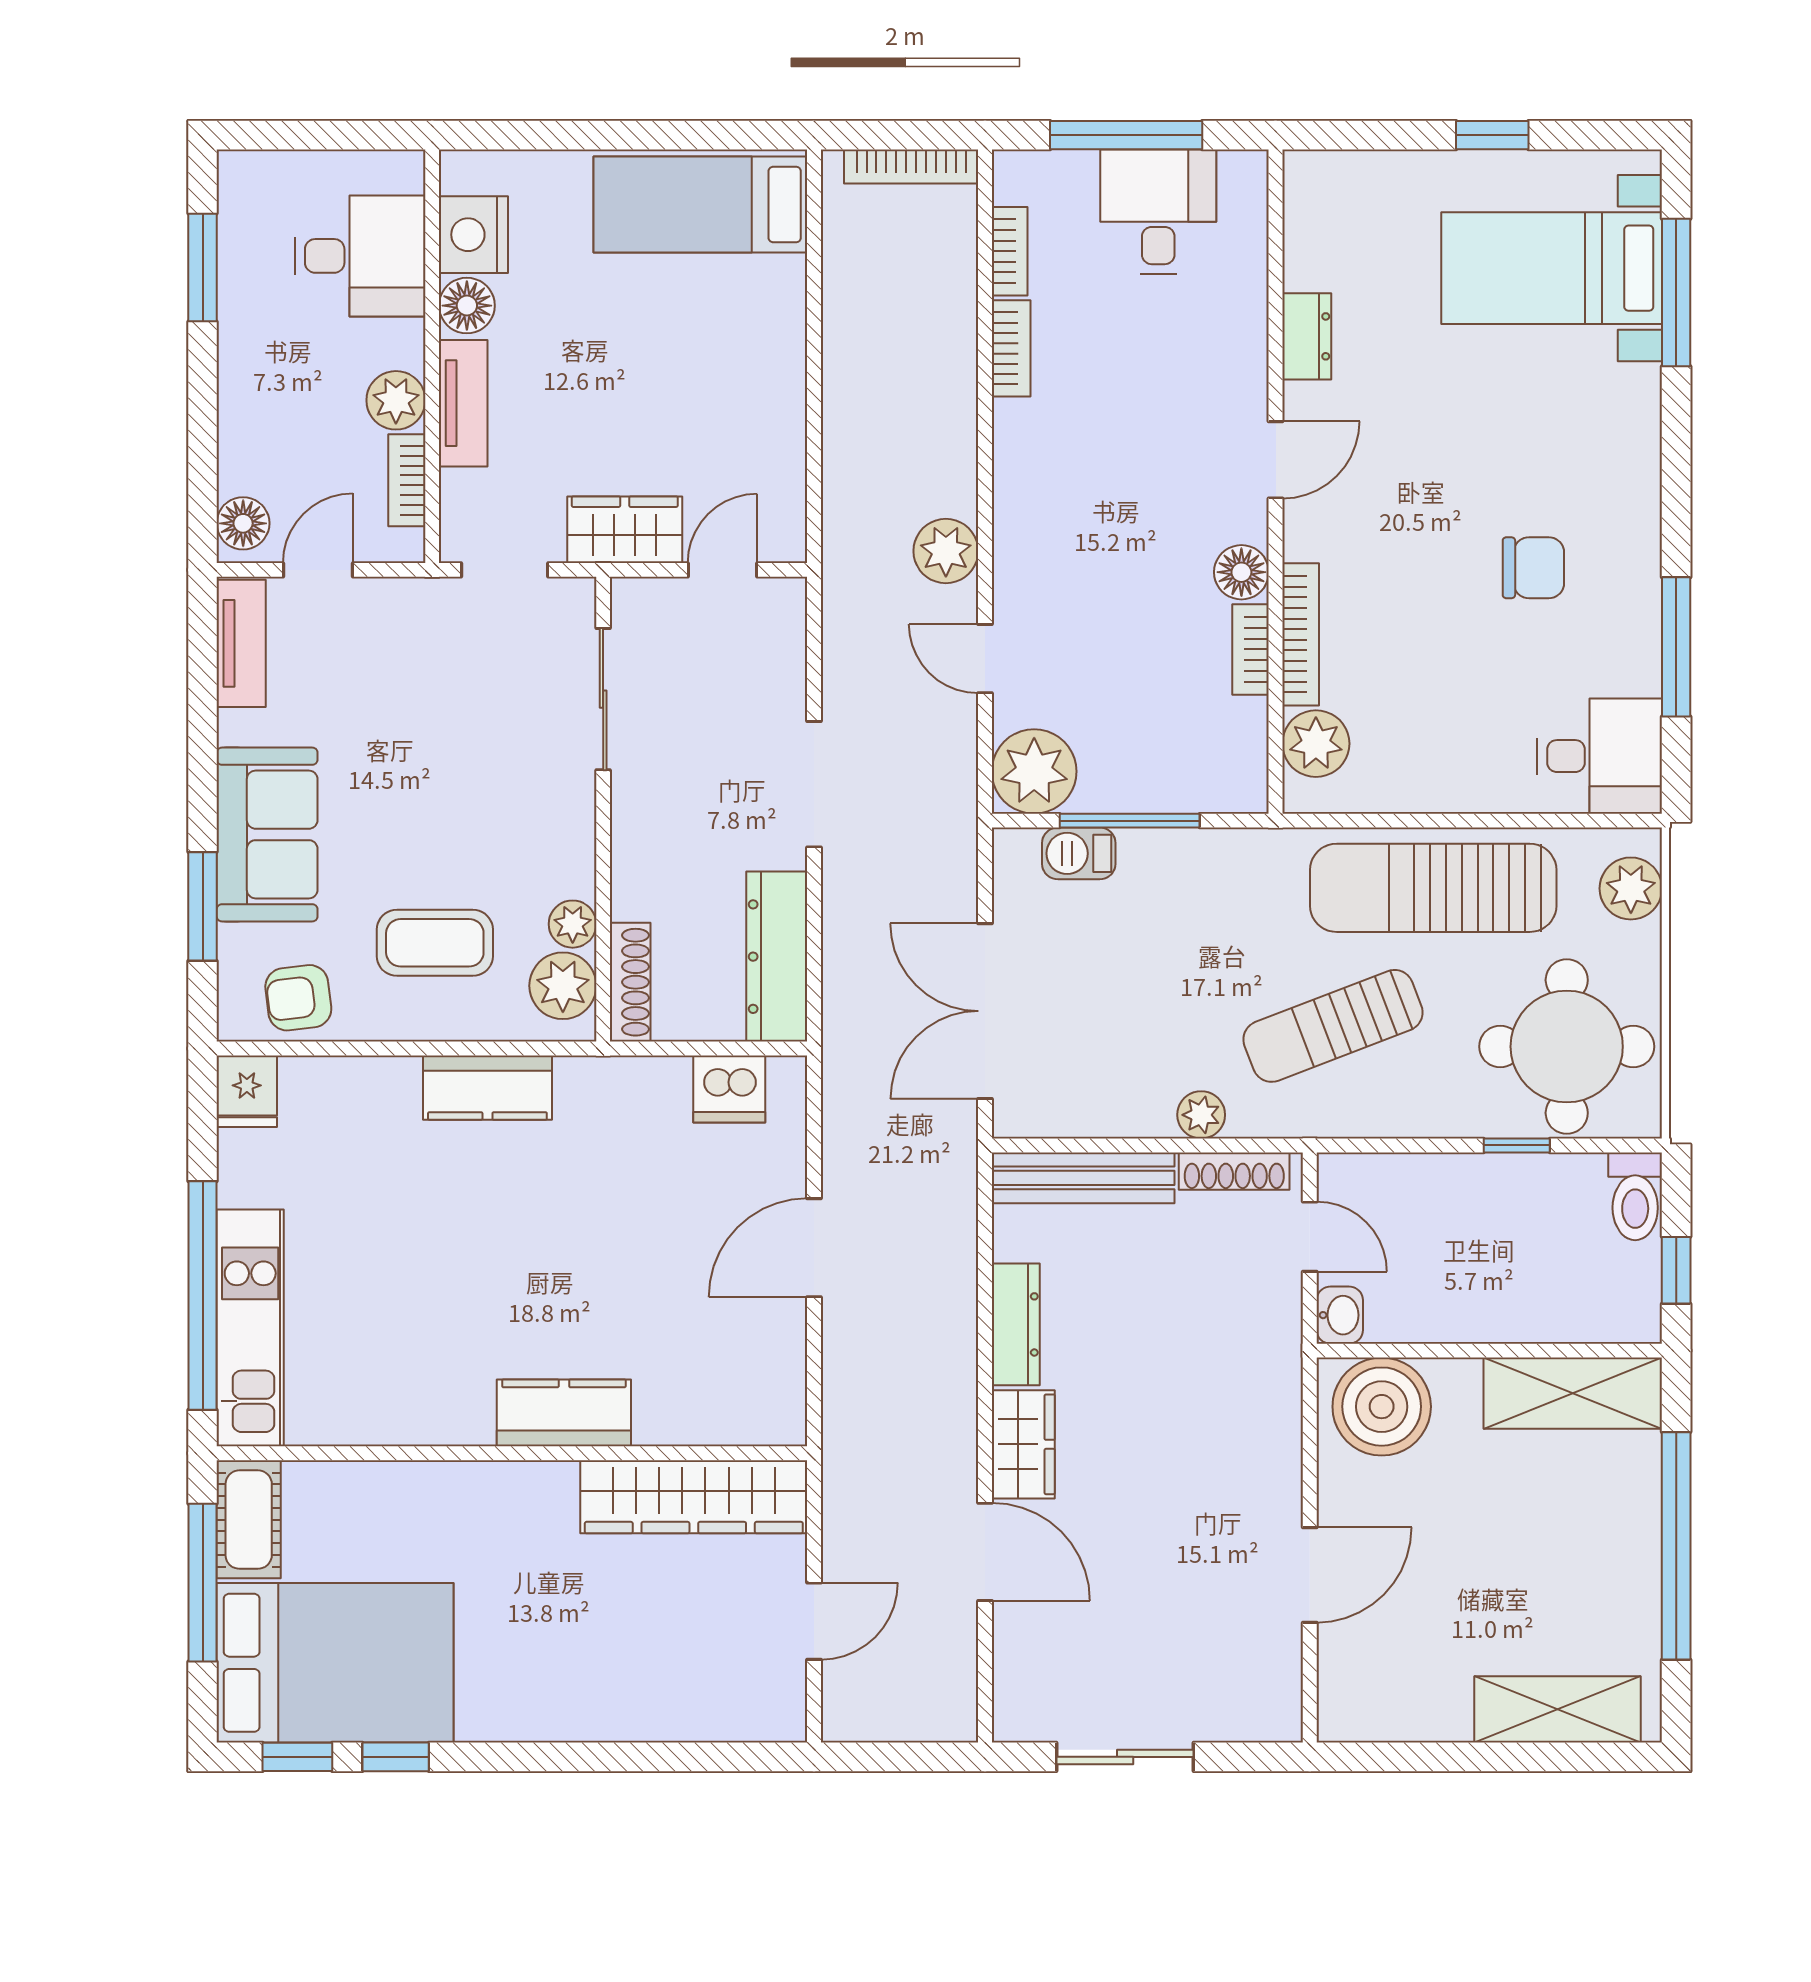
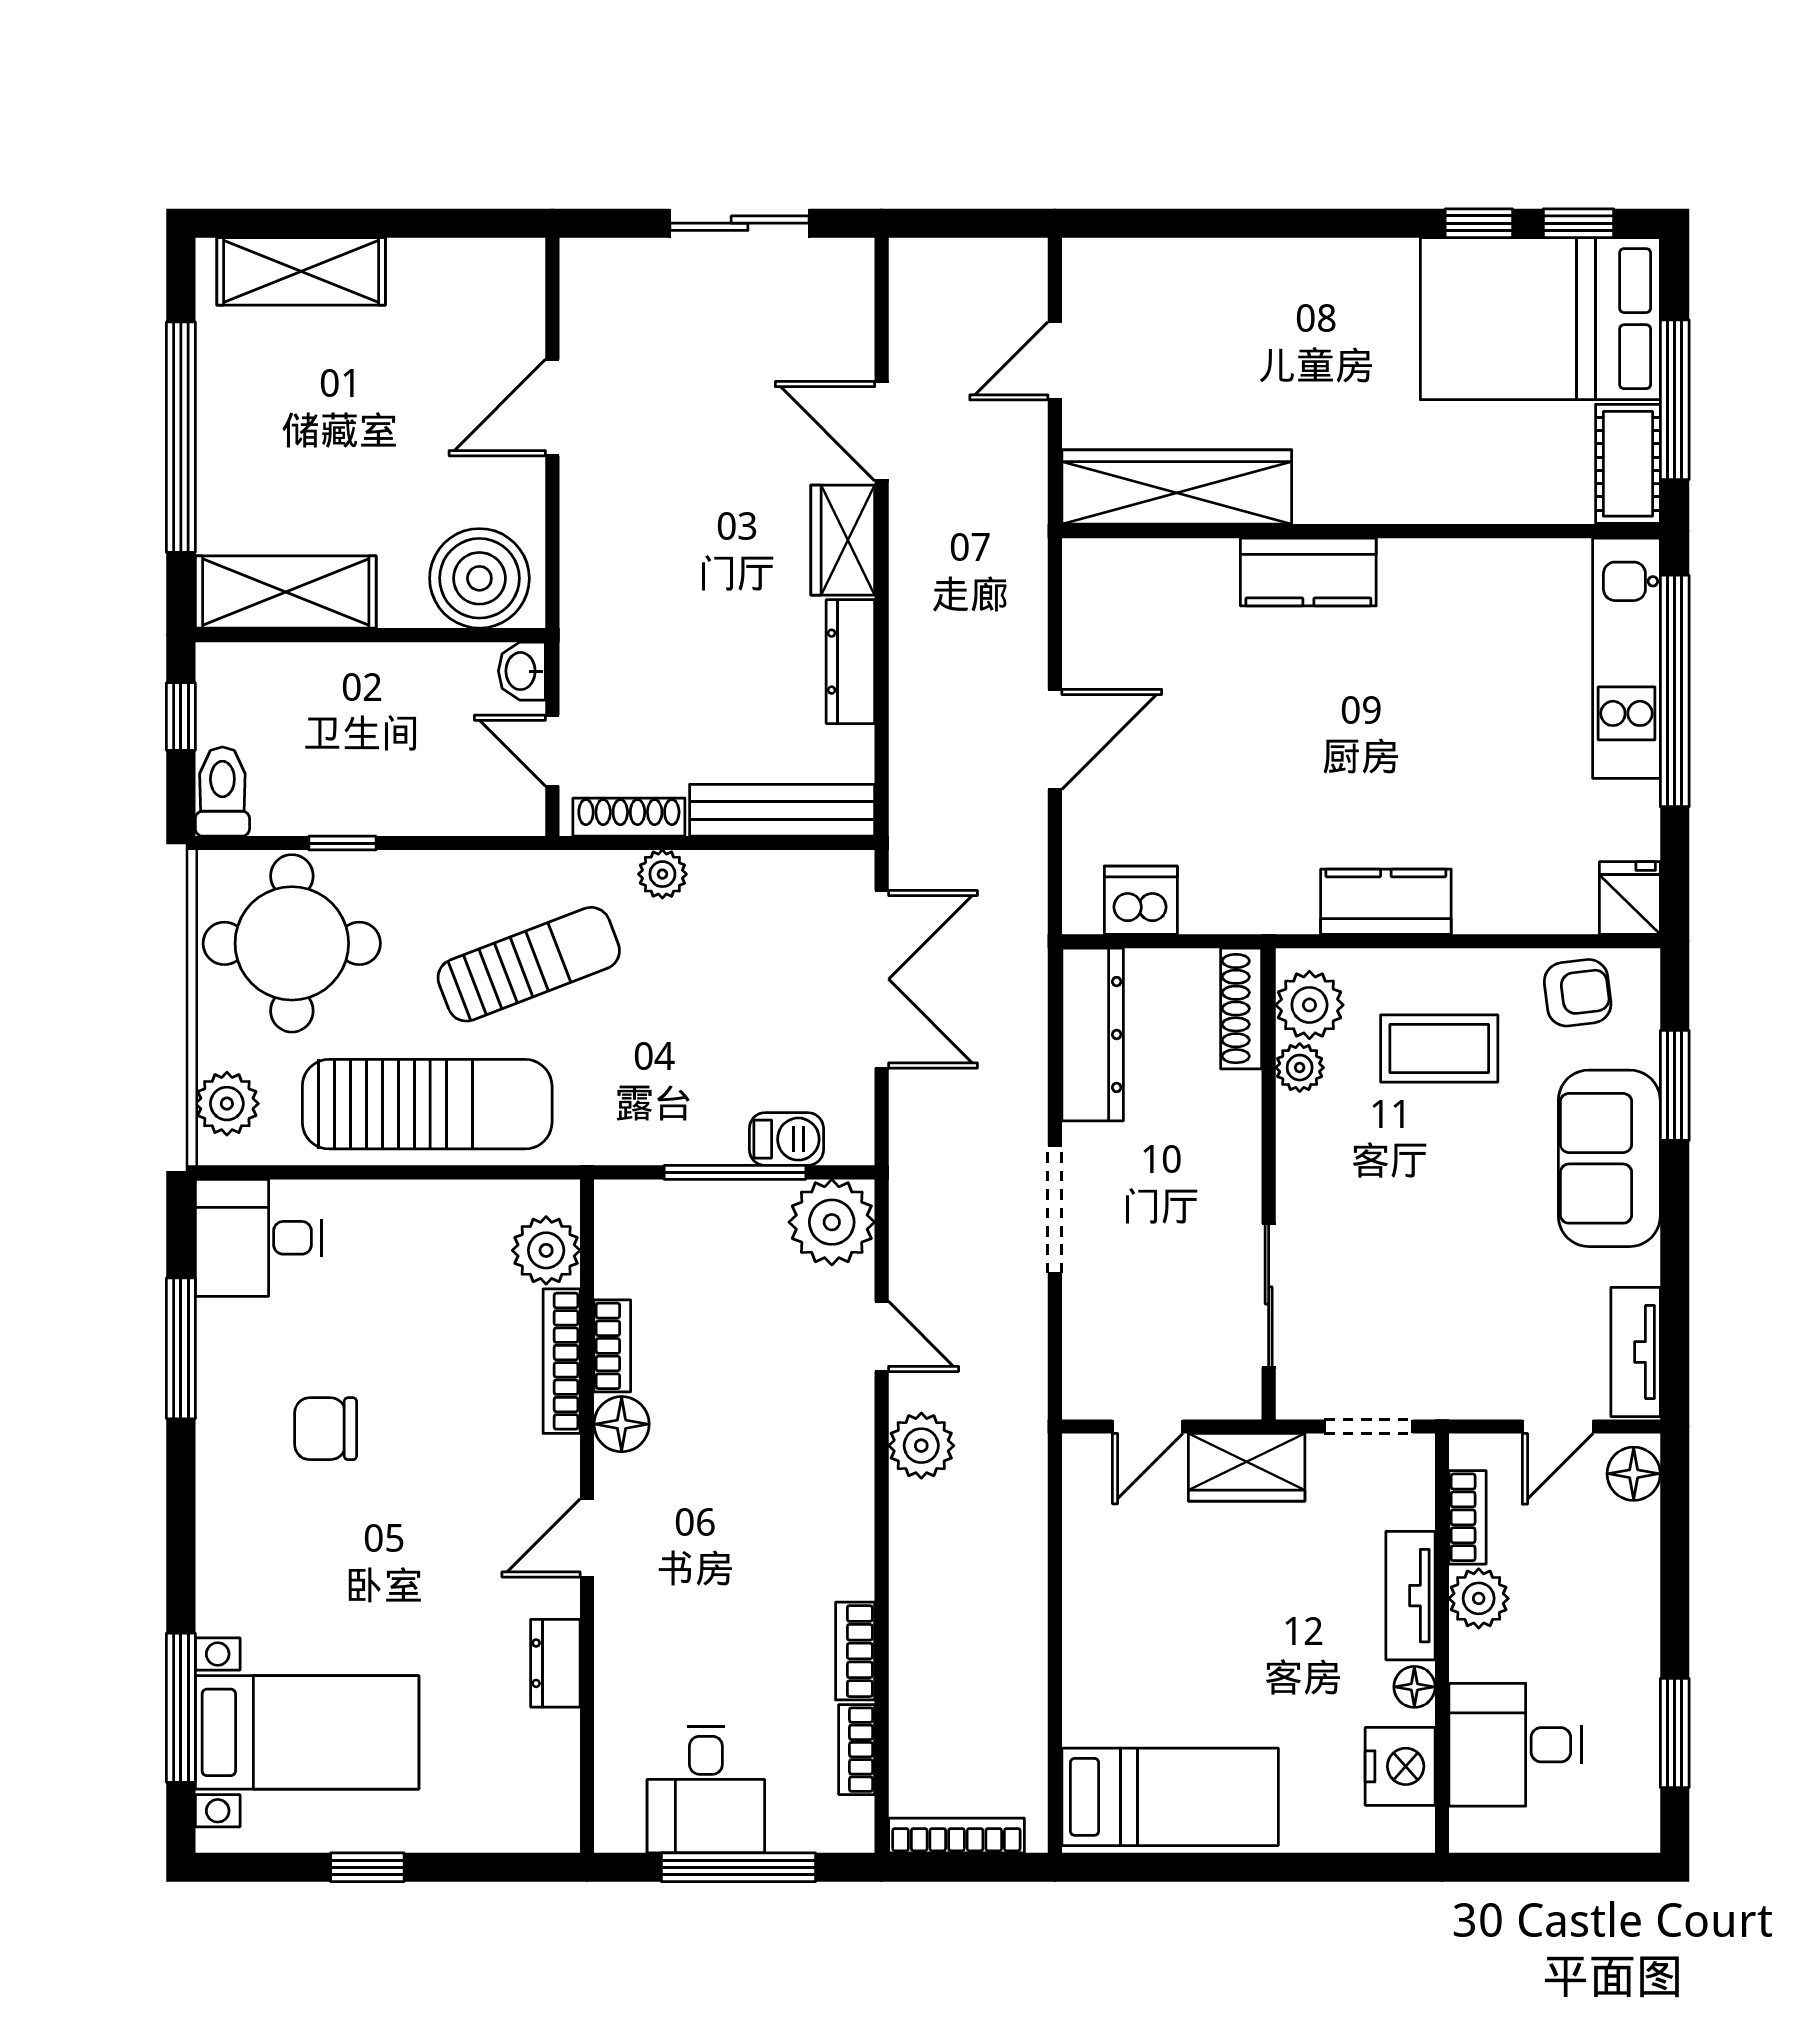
floor lamp: (467, 306) -> (1414, 1687), width x0.73, depth x0.73

